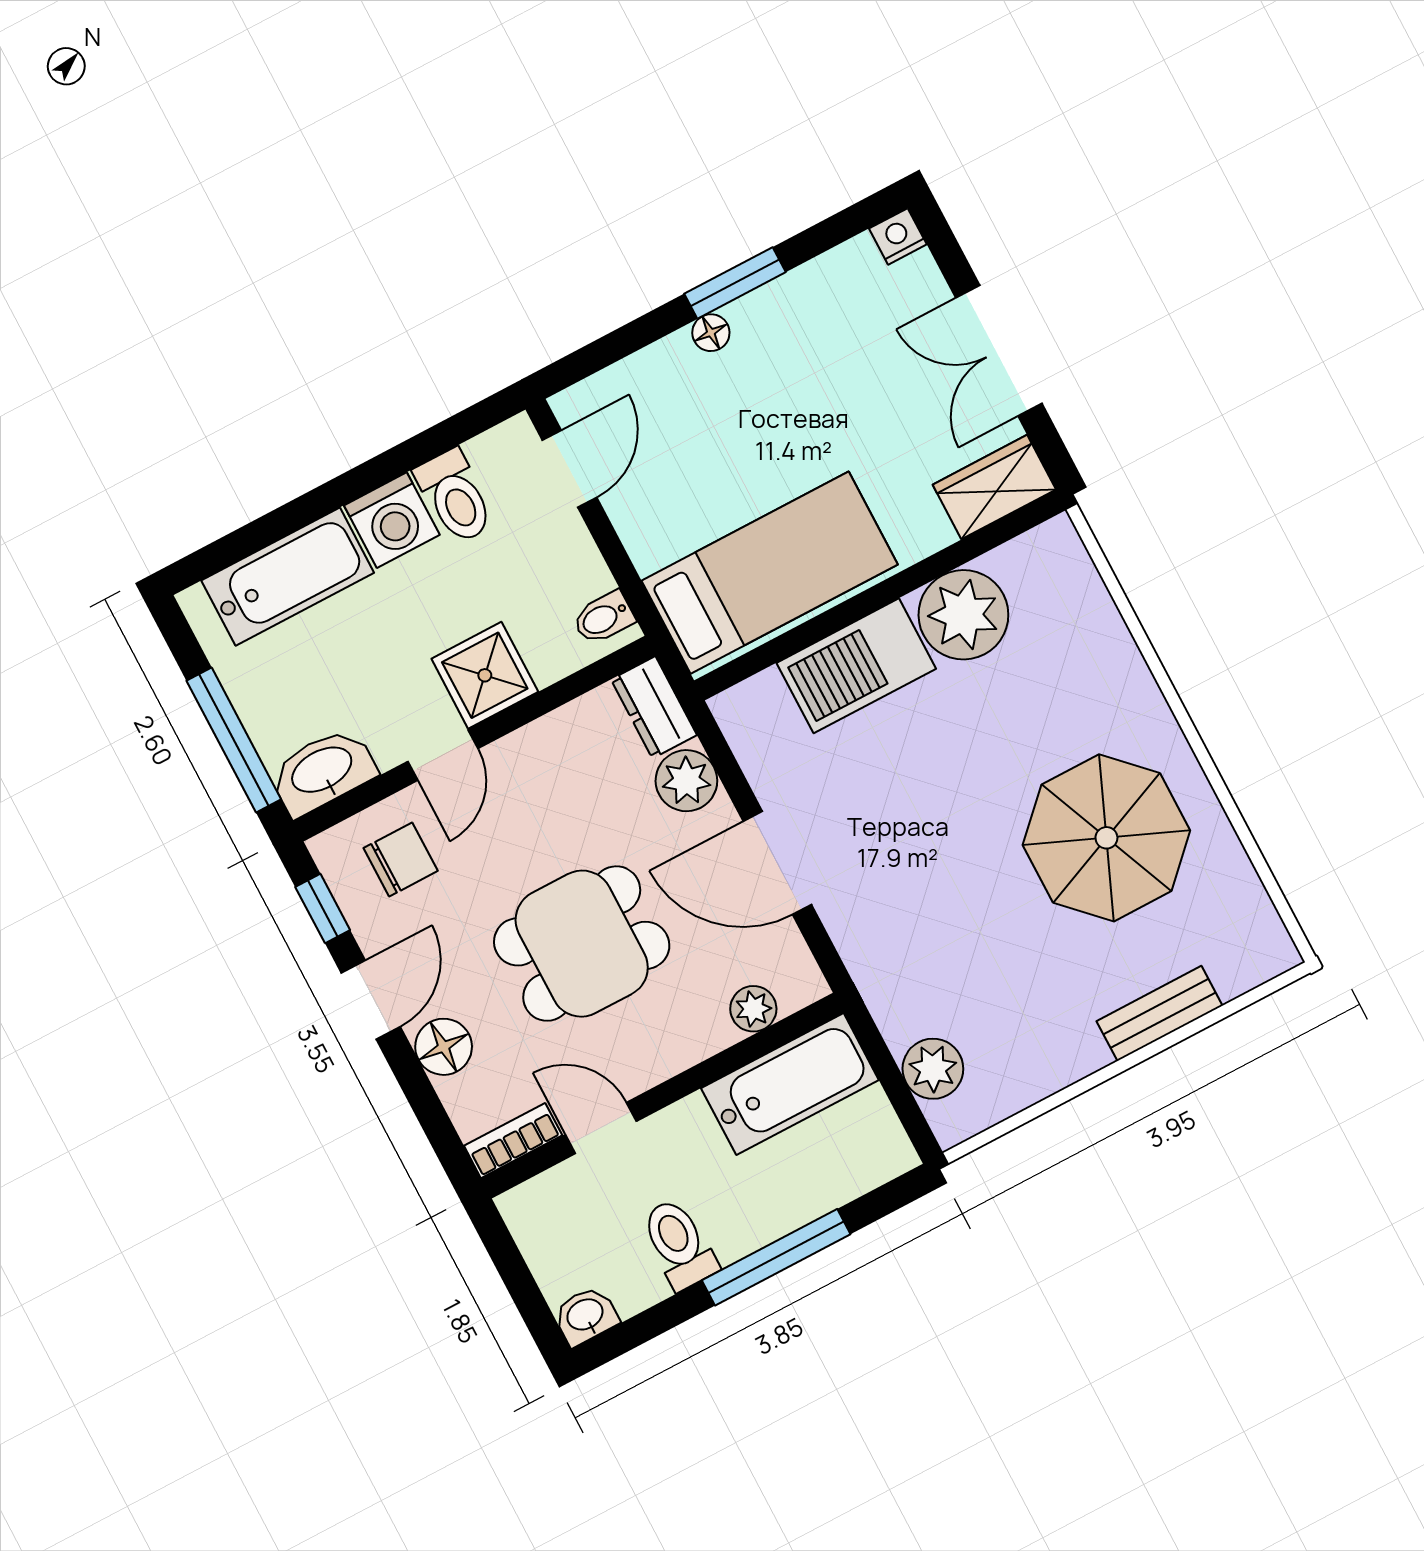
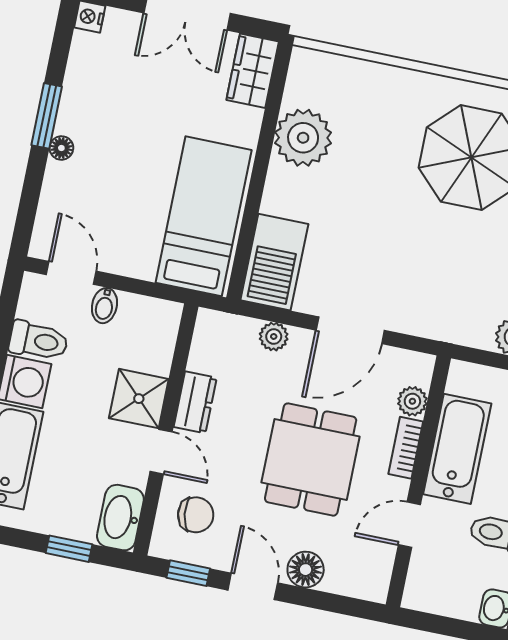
bidet: (604, 618) -> (104, 306), moved
barbecue: (856, 666) -> (274, 262), moved
dresser: (654, 707) -> (195, 402), moved, turned -90
window: (234, 740) -> (69, 549), width x0.46
plant: (686, 781) -> (274, 337), width x0.73, depth x0.73
chair: (401, 859) -> (196, 515), turned 82
bathtub: (790, 1084) -> (457, 449), moved
bookcase: (513, 1141) -> (406, 448), moved

